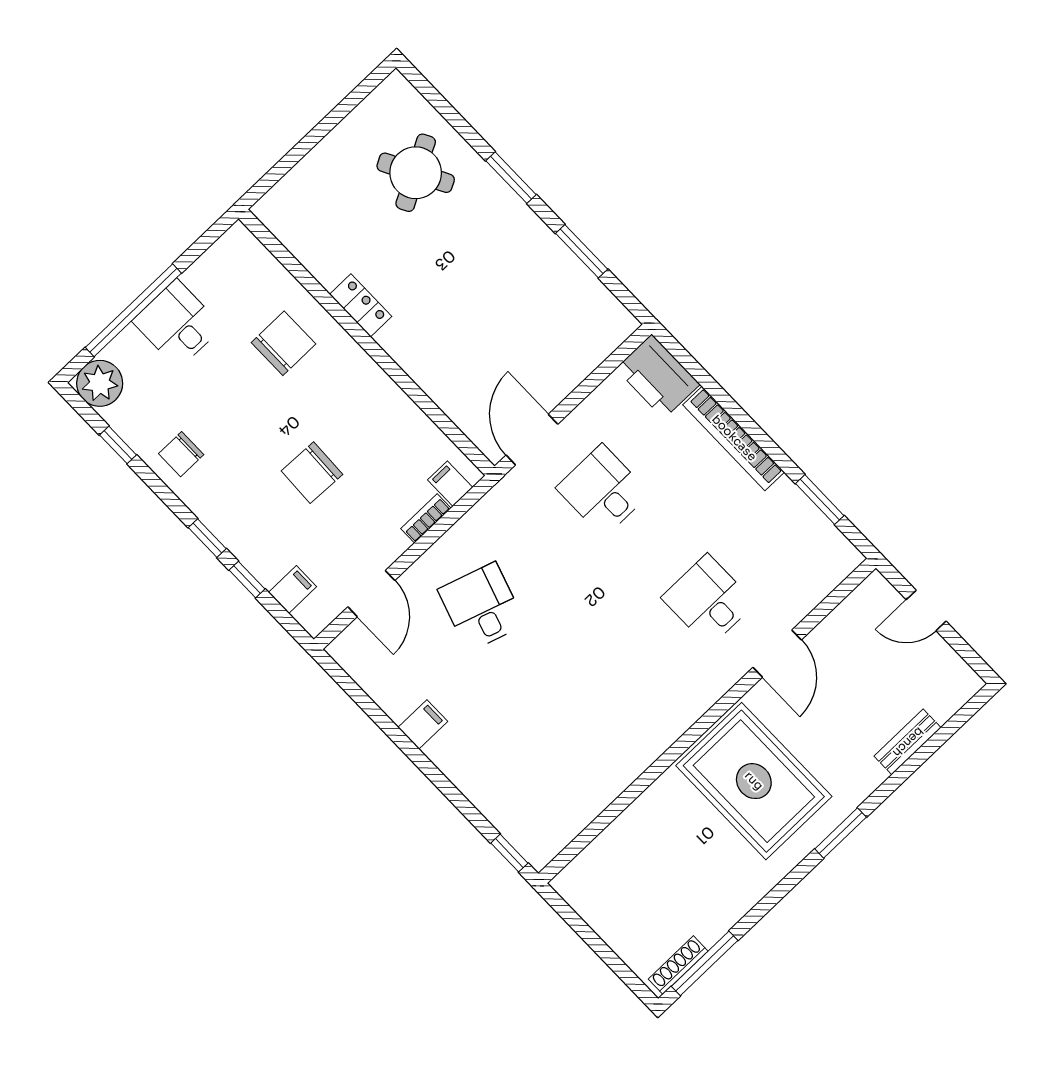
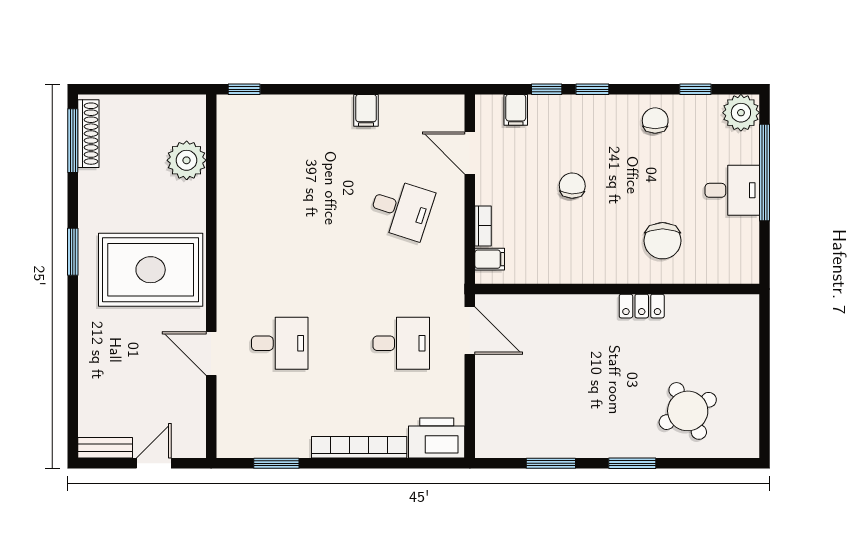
chair: (312, 473) -> (572, 186), width x0.73, depth x0.73
bench: (908, 742) -> (105, 448), moved, turned 90
window: (841, 833) -> (73, 252), moved
plant: (624, 844) -> (187, 160), added
shoe rack: (678, 965) -> (88, 134), width x1.36, depth x1.24

